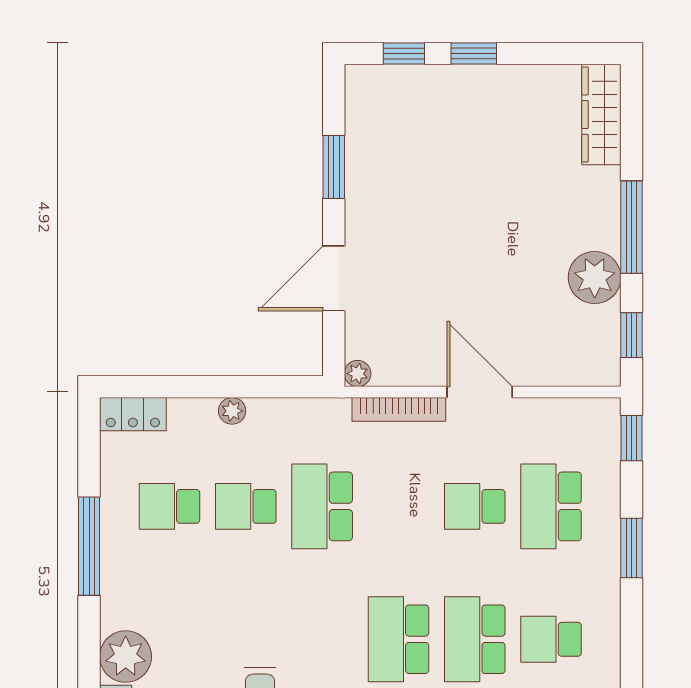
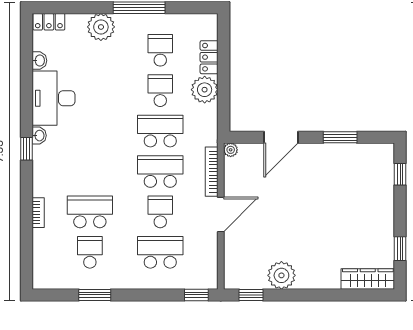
window: (474, 53) -> (400, 249), moved
window: (631, 227) -> (308, 295), removed
door: (334, 278) -> (281, 137), swing flipped
plant: (232, 411) -> (205, 90), width x1.87, depth x1.87
locker: (133, 414) -> (209, 57), moved
window: (631, 548) -> (95, 295), moved
school desk: (398, 639) -> (160, 171), moved
plant: (126, 657) -> (101, 27), moved

